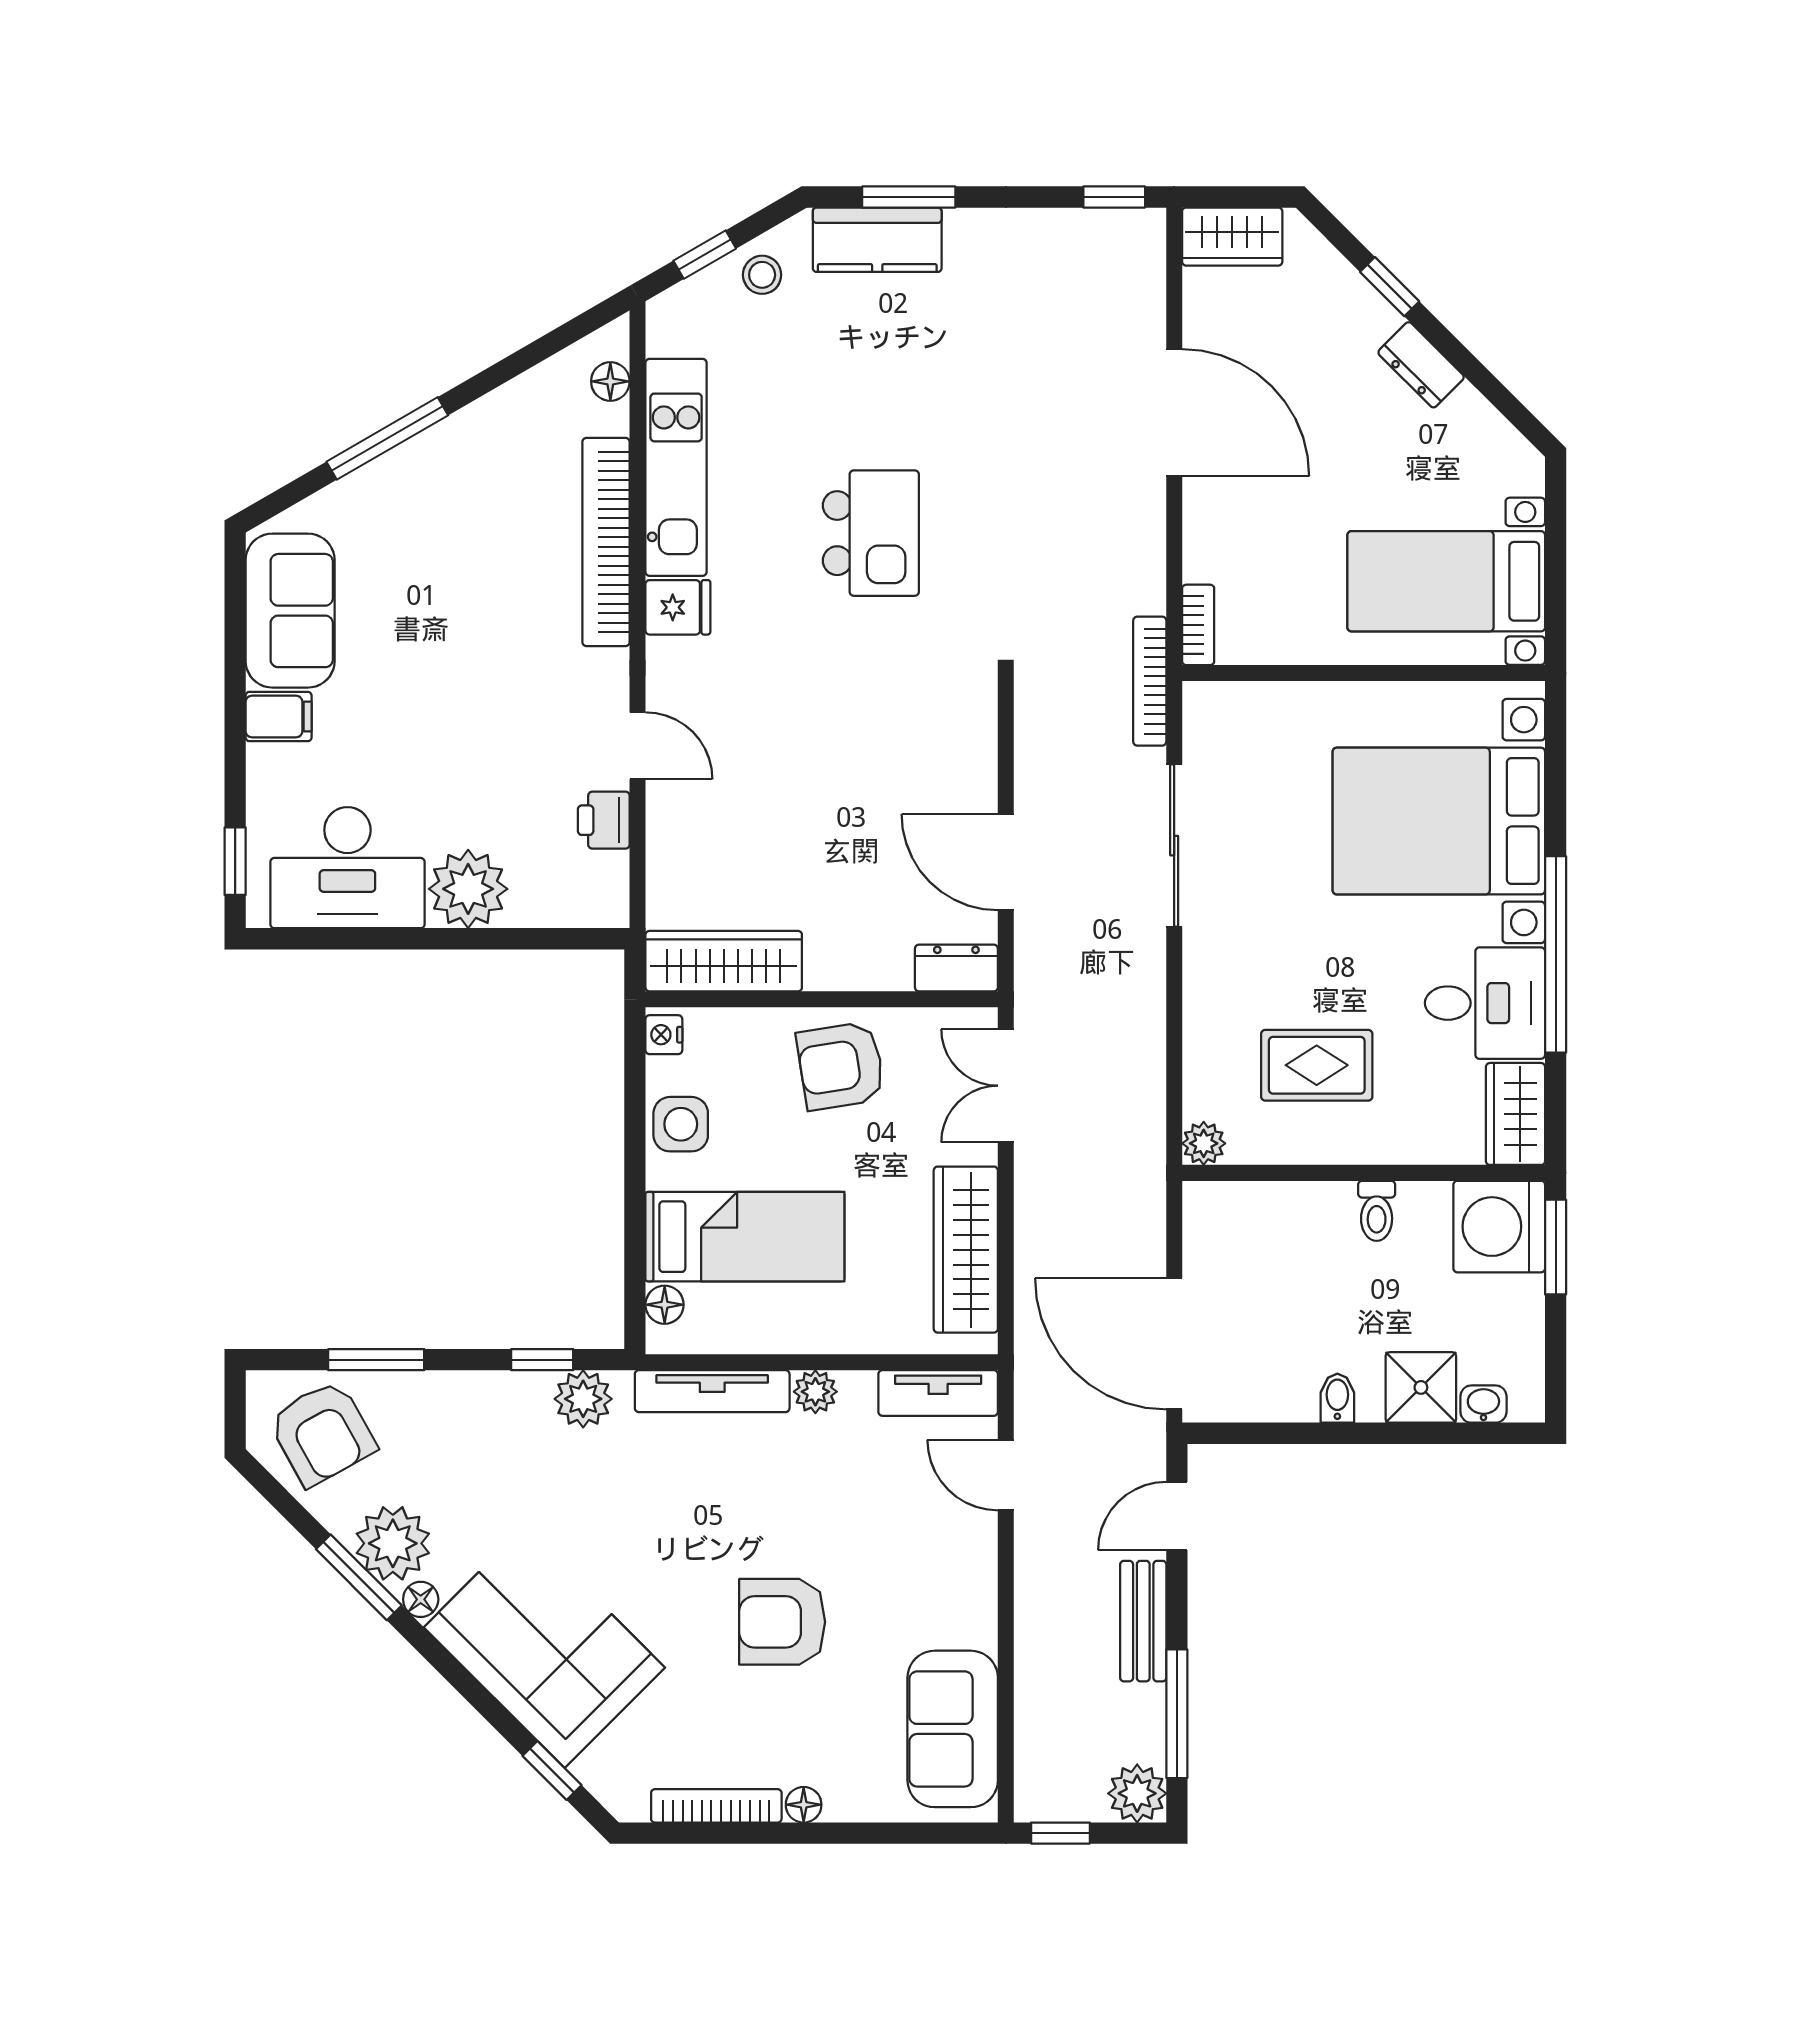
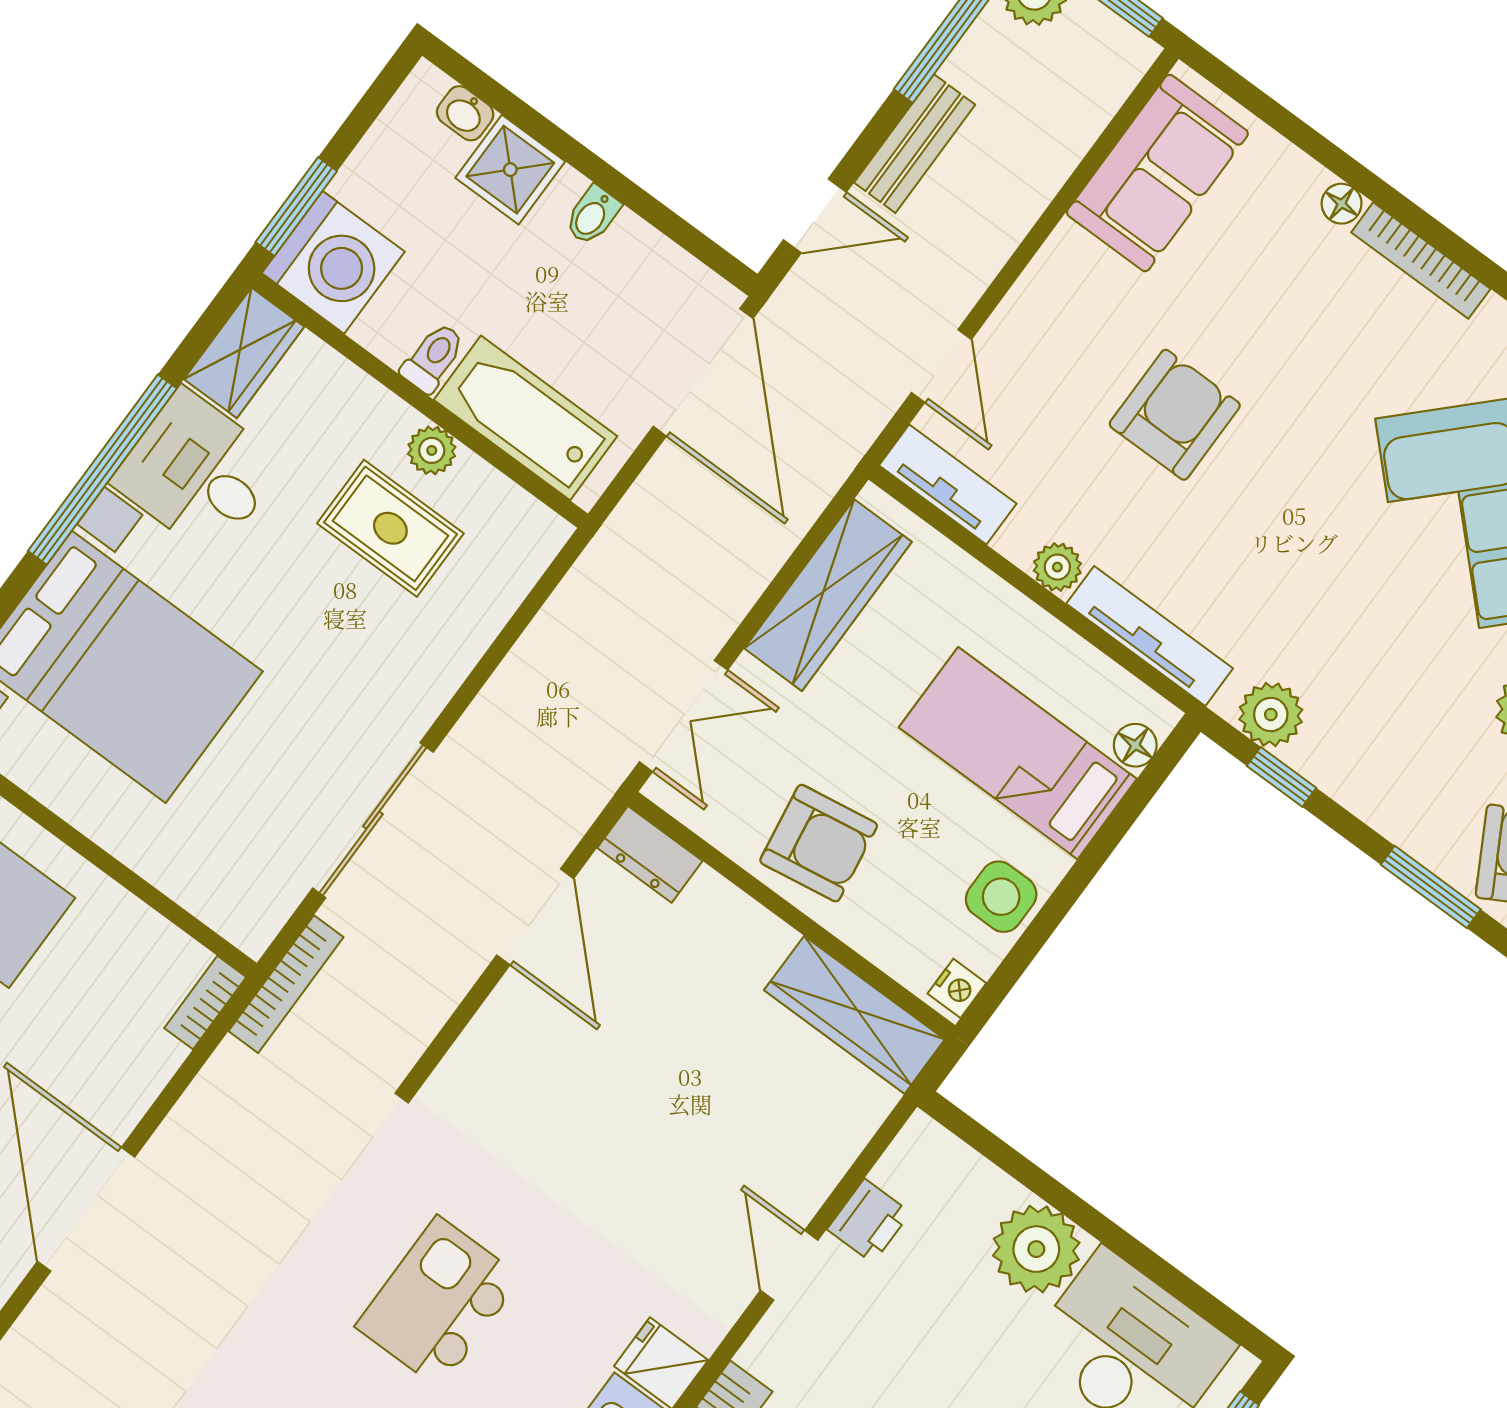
plant: (1204, 1143) -> (432, 450), moved
bathtub: (1278, 1217) -> (526, 418), added
armchair: (782, 1622) -> (1175, 415), moved, turned -90

